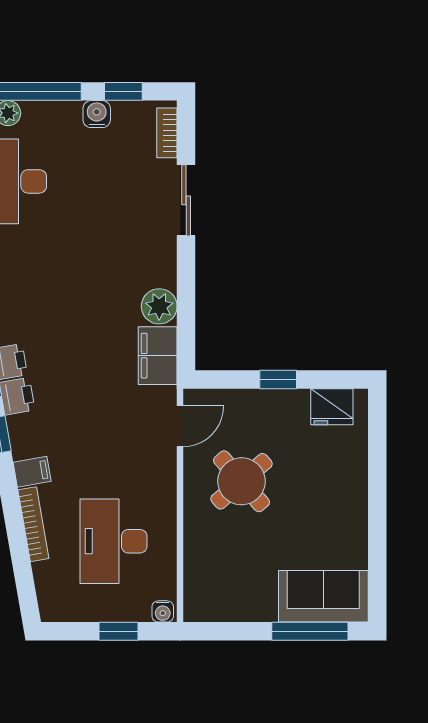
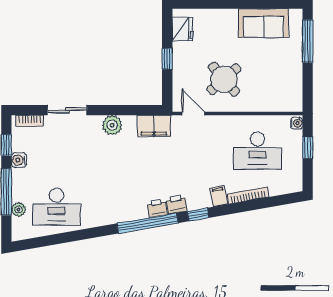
plant: (159, 306) -> (112, 125), moved
sofa: (323, 596) -> (263, 23), moved, turned -90

